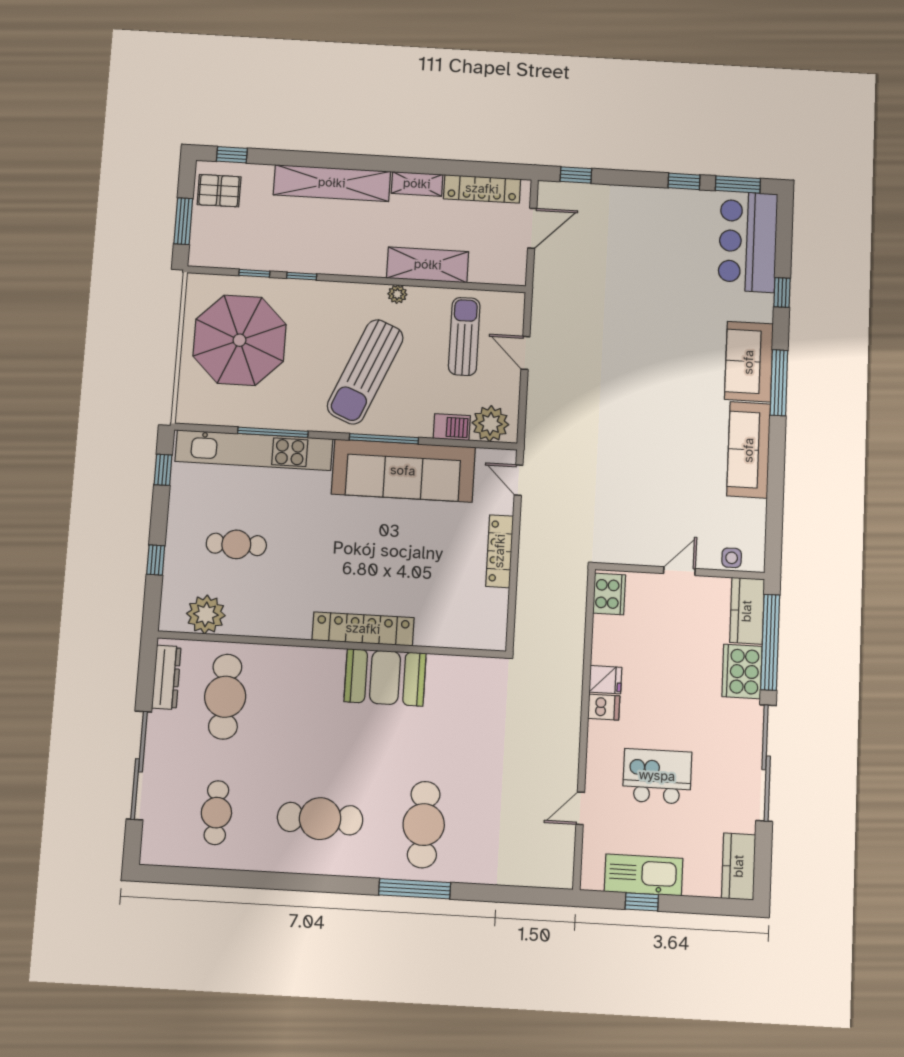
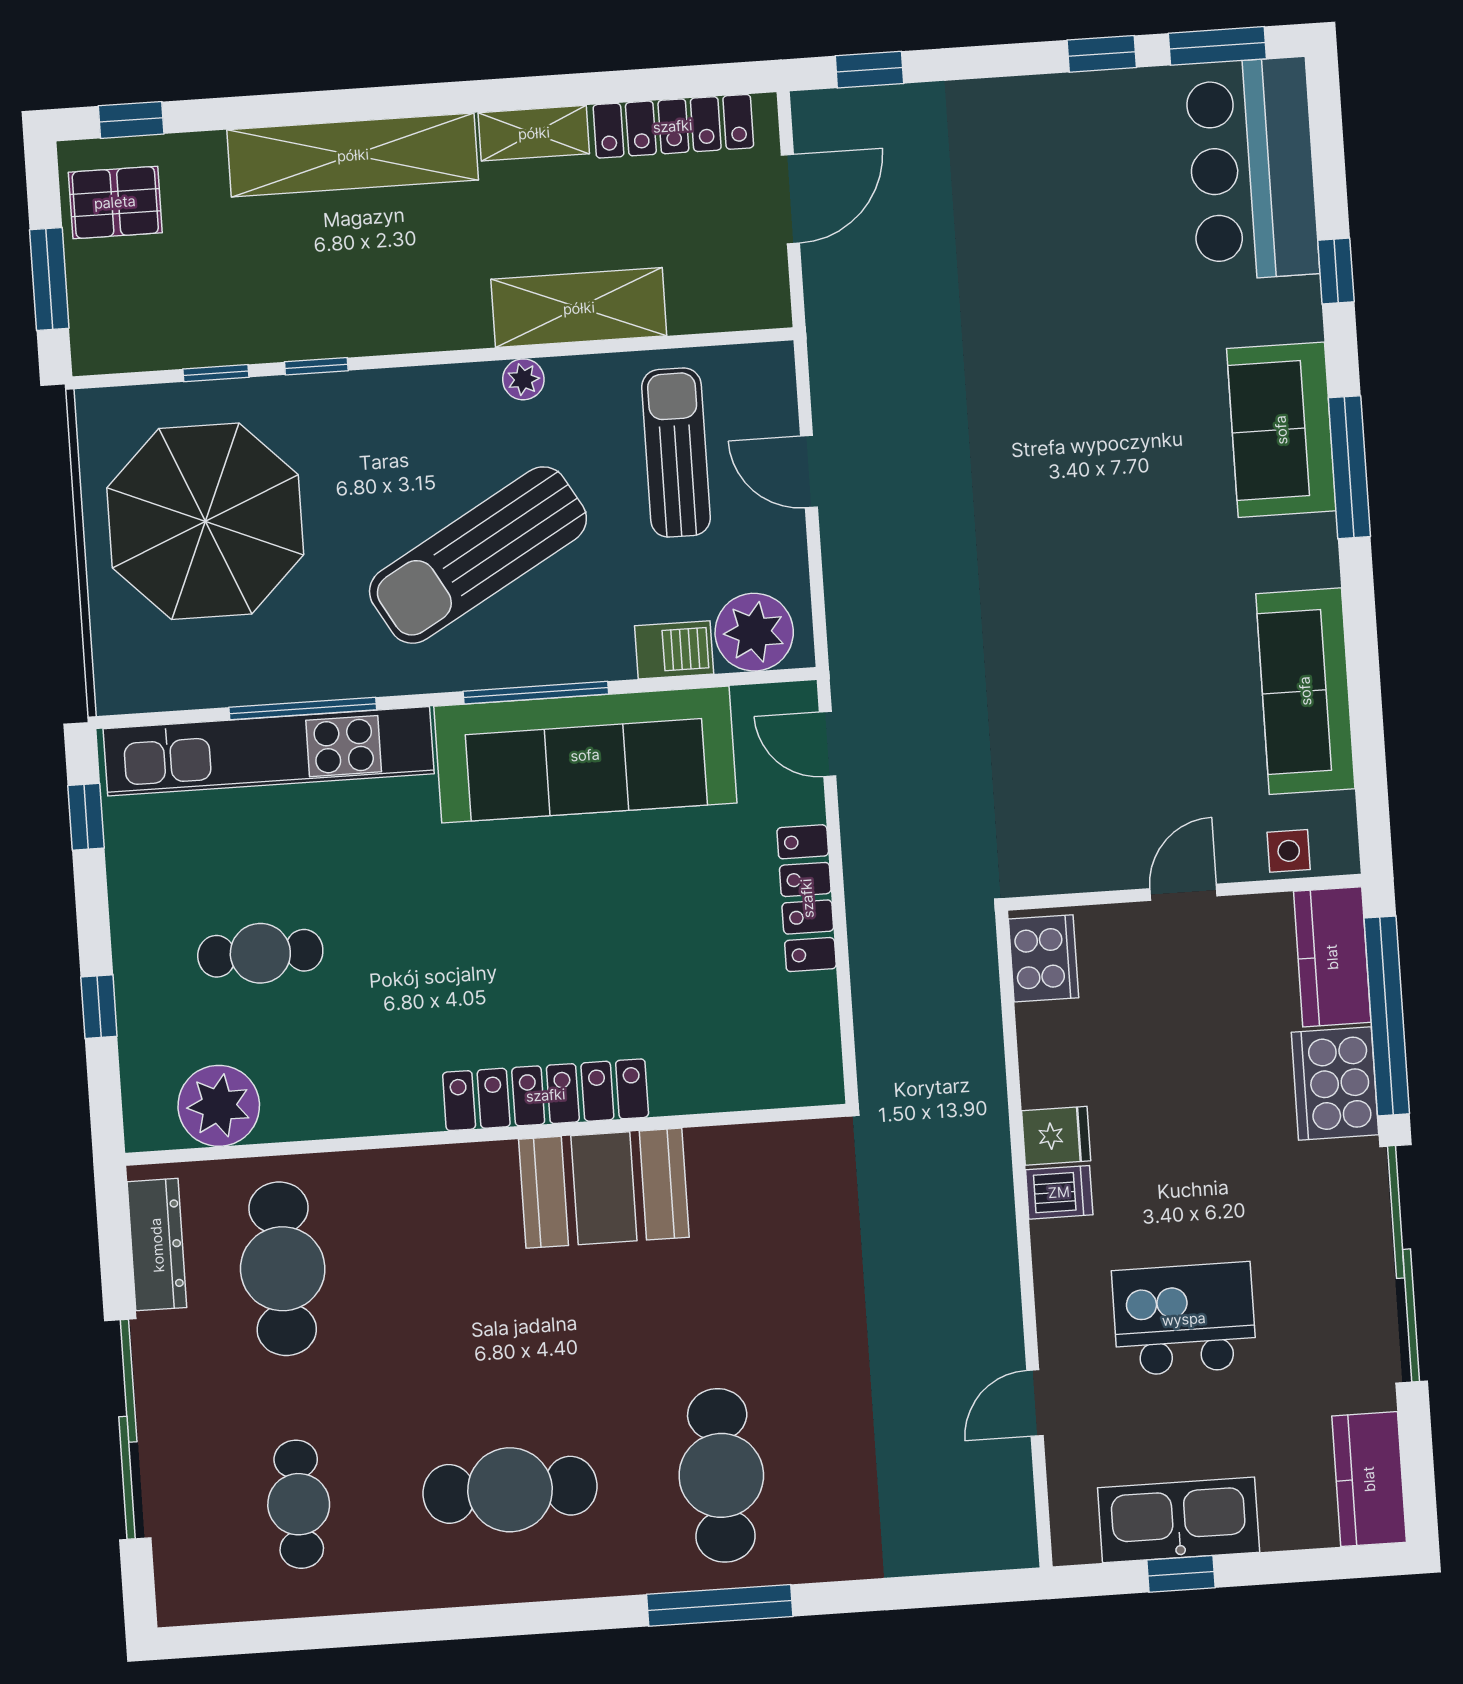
sun lounger: (365, 372) -> (478, 555), turned 37
sofa: (749, 450) -> (1305, 691), moved

